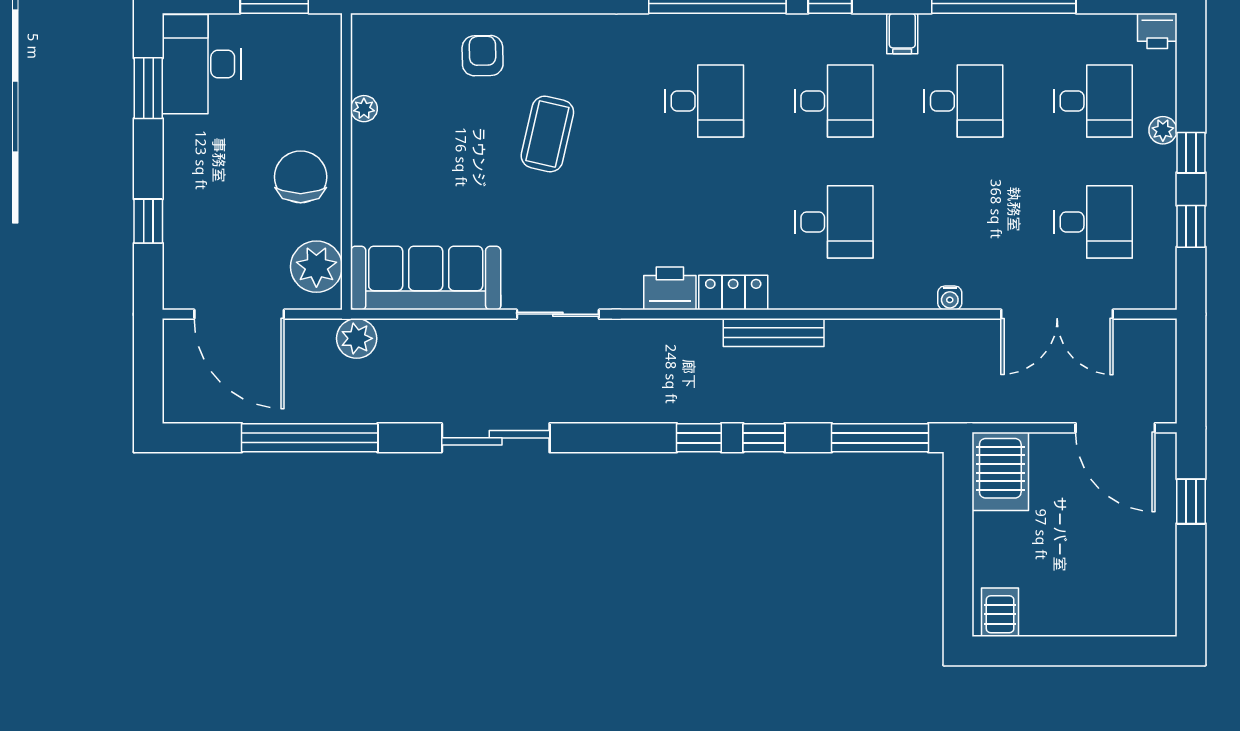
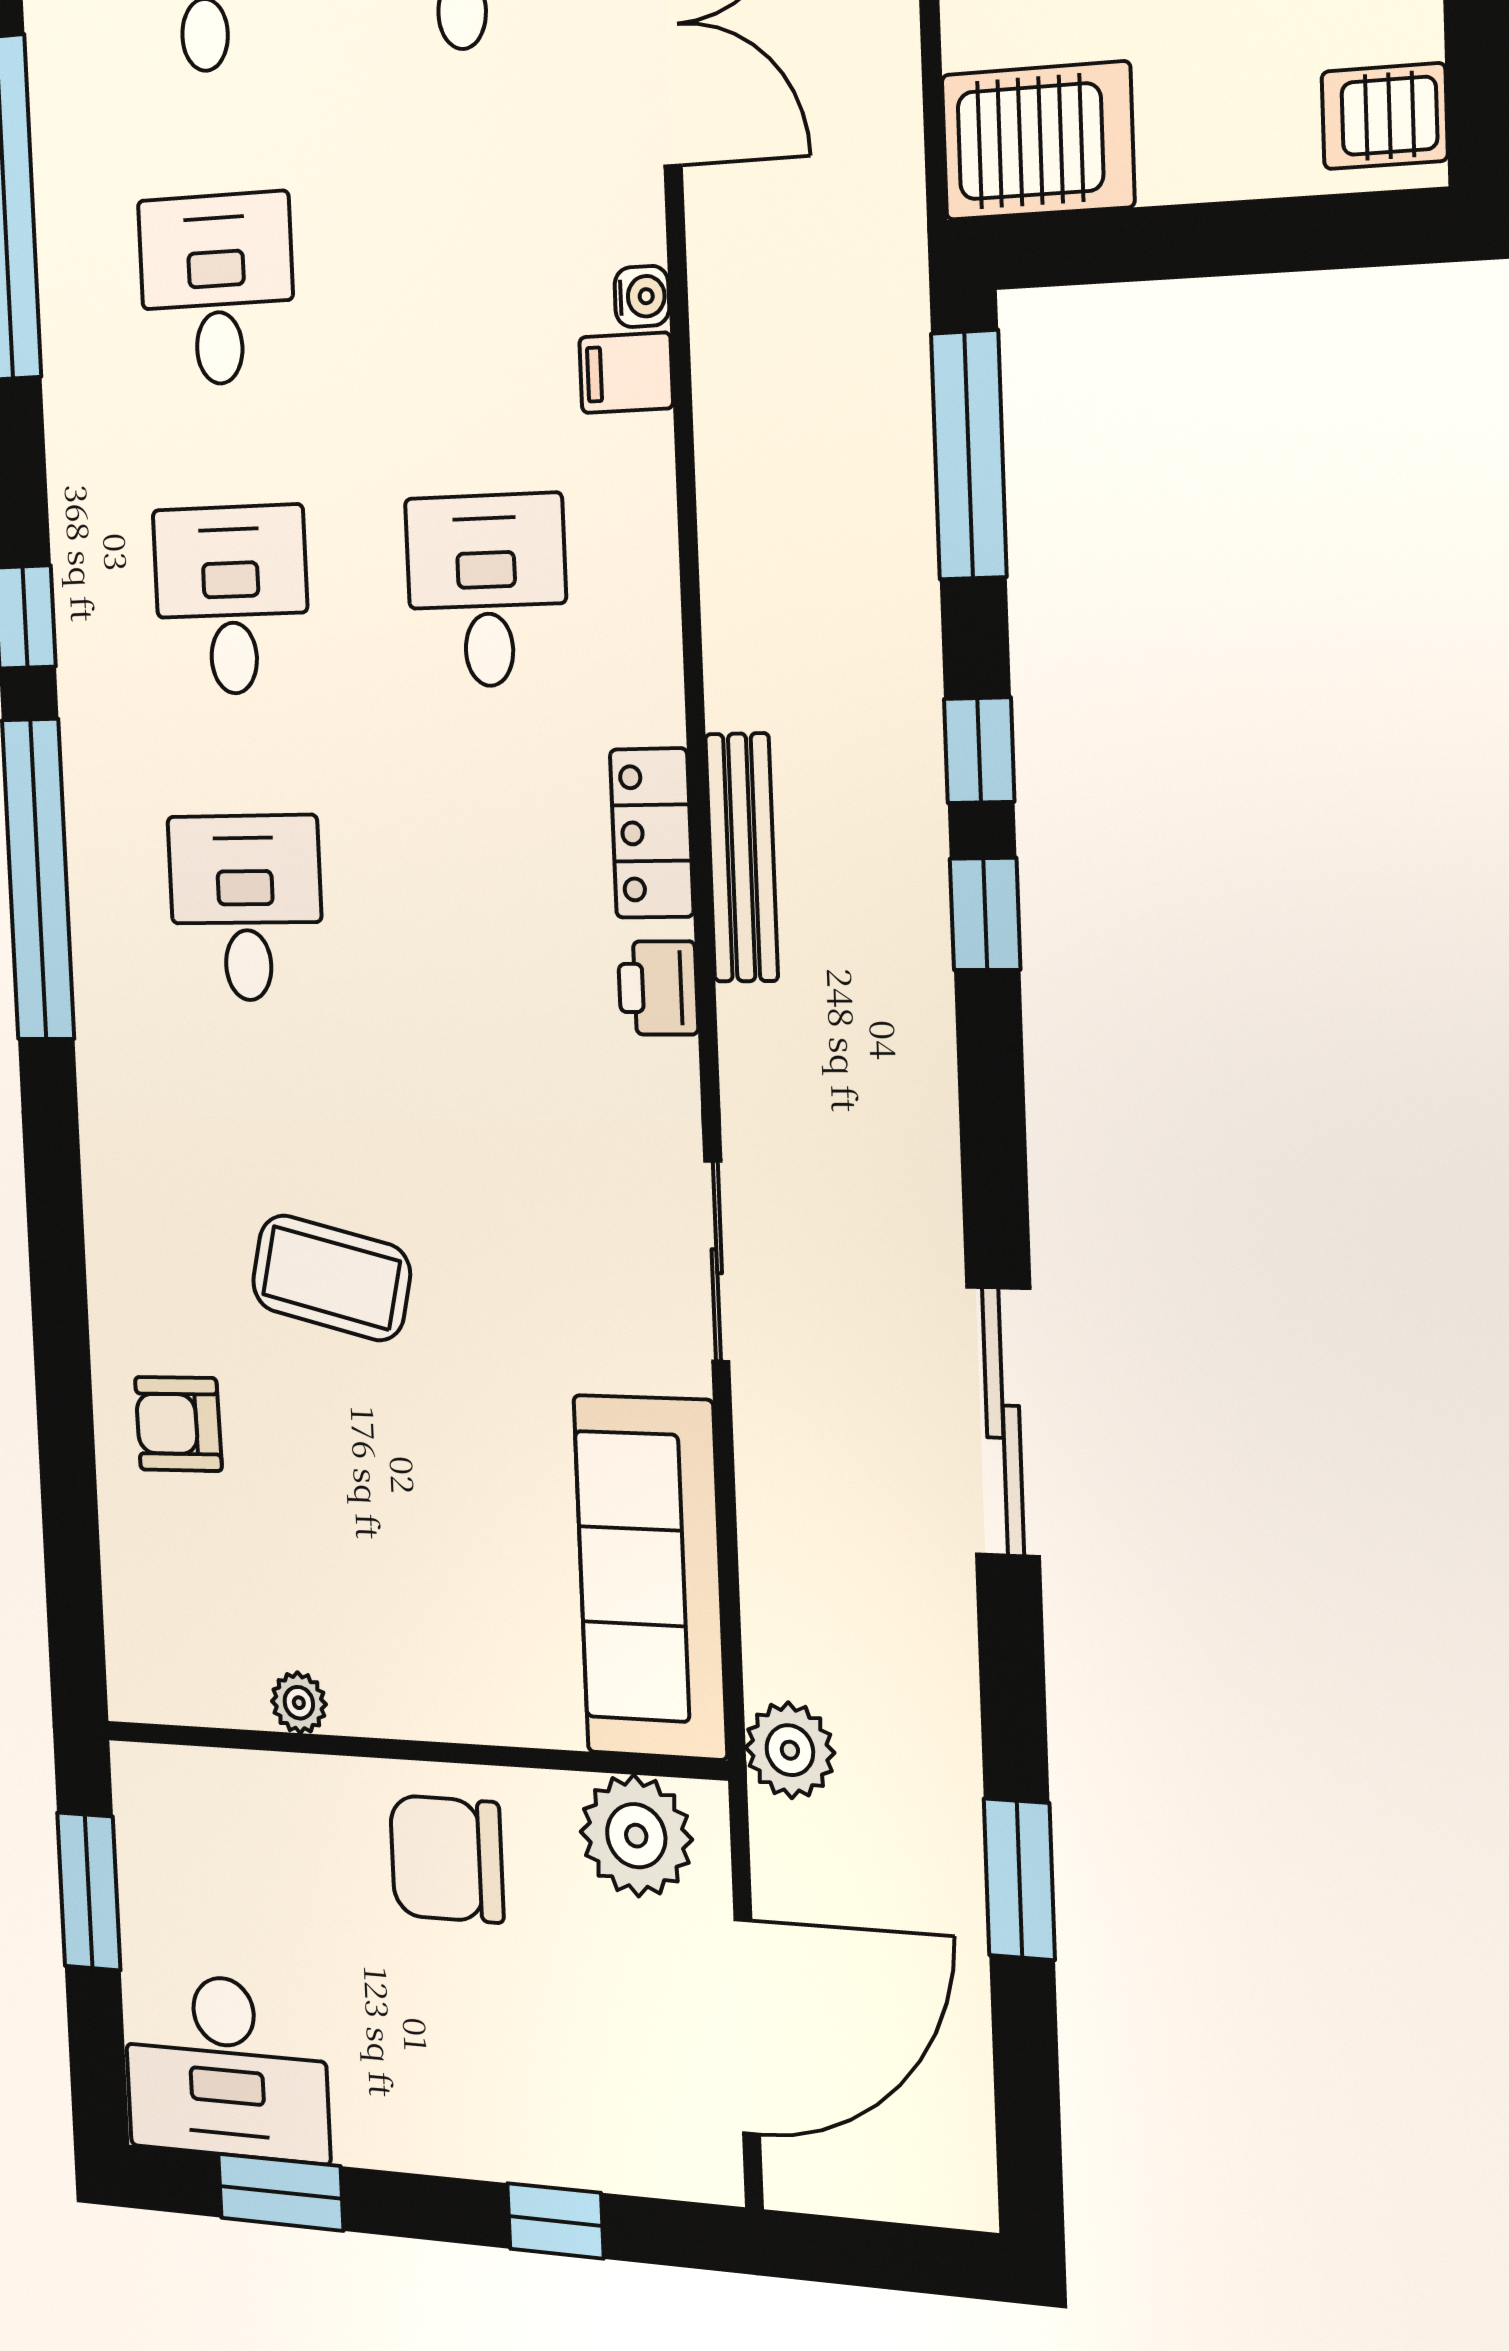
filing cabinet: (902, 33) -> (626, 373), moved, turned 180
printer: (670, 288) -> (658, 988), width x0.73, depth x0.81
bench: (774, 332) -> (742, 858), moved
window: (310, 438) -> (1019, 1879), width x0.47

